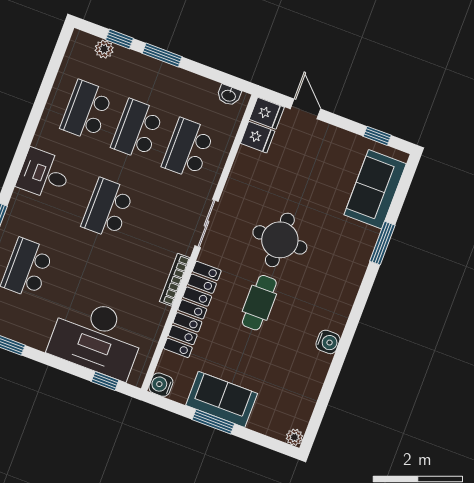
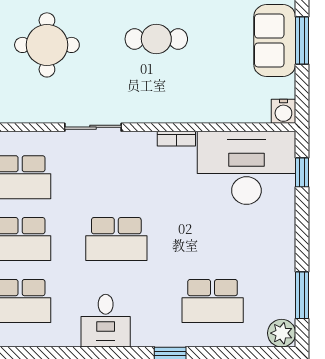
round table: (280, 240) -> (47, 45), moved
bookcase: (175, 280) -> (176, 139), width x0.64
locker: (192, 309) -> (190, 108), removed
desk: (97, 338) -> (246, 168), moved, turned -90

